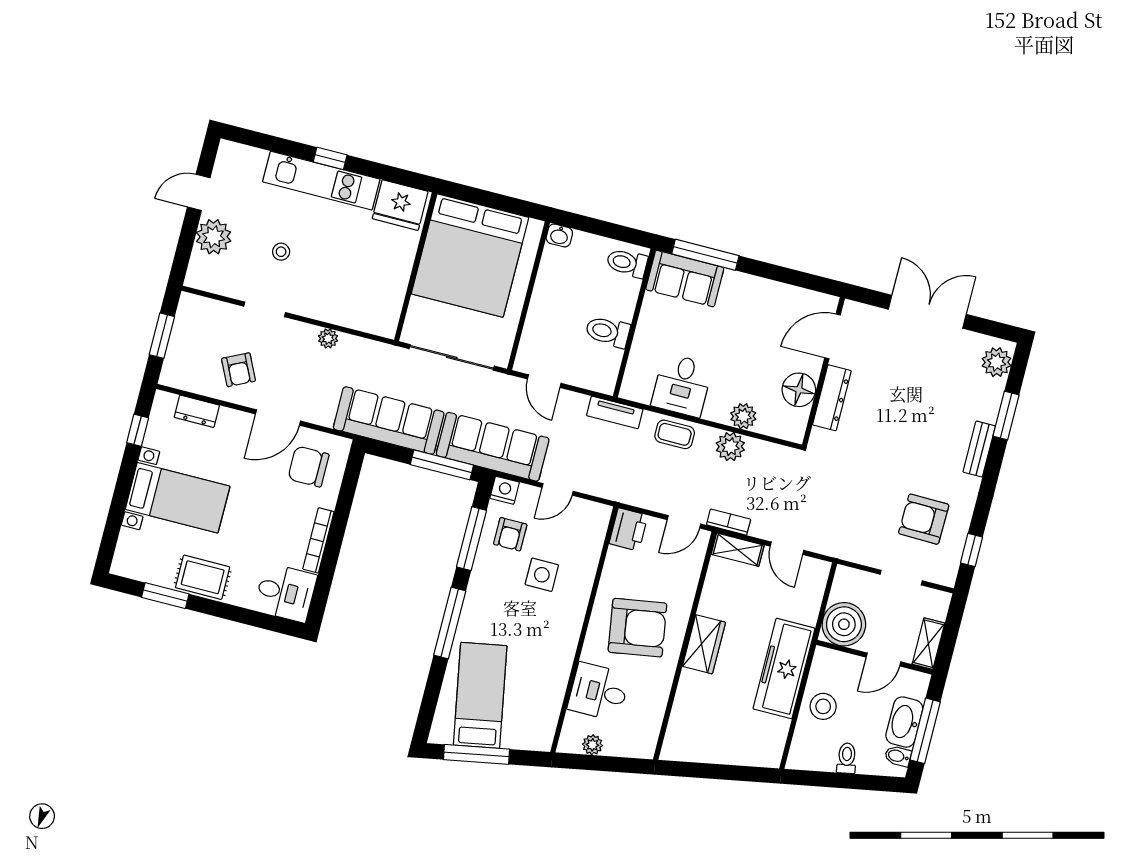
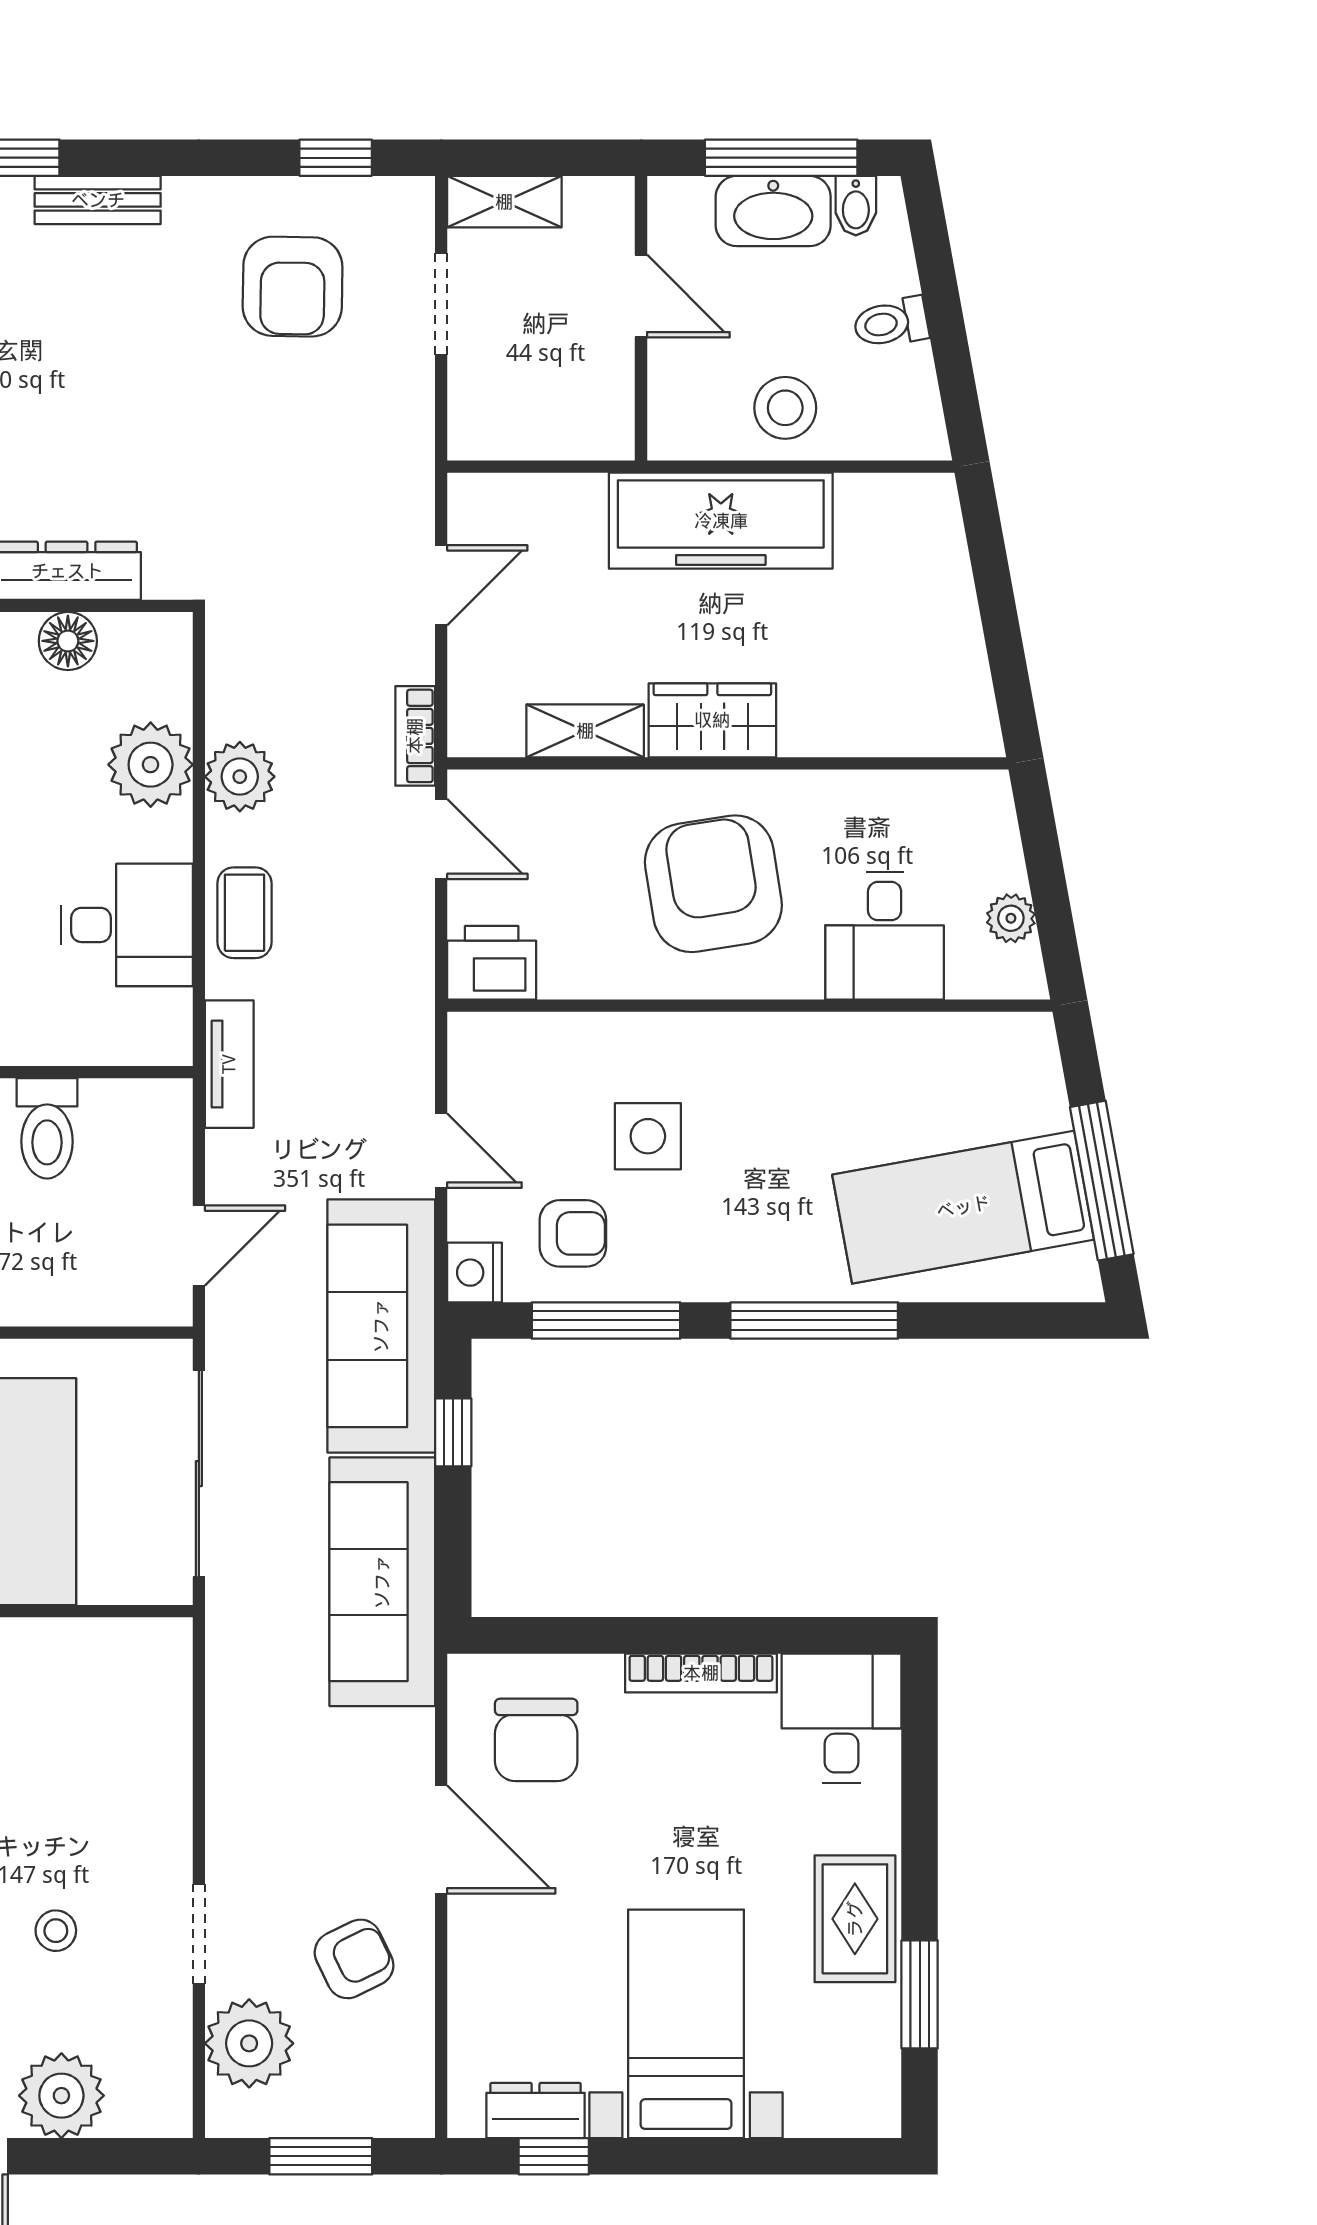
plant: (328, 338) -> (249, 2043), moved, width x1.87, depth x1.87
floor lamp: (799, 390) -> (68, 641), width x0.73, depth x0.73
dresser: (197, 411) -> (536, 2110), moved, turned -90
plant: (743, 416) -> (151, 765), width x1.36, depth x1.36
window: (442, 465) -> (453, 1432), width x0.46
shelving: (738, 550) -> (585, 731), moved, turned 90
boiler: (844, 624) -> (583, 409), removed
shelving: (928, 644) -> (504, 202), moved

